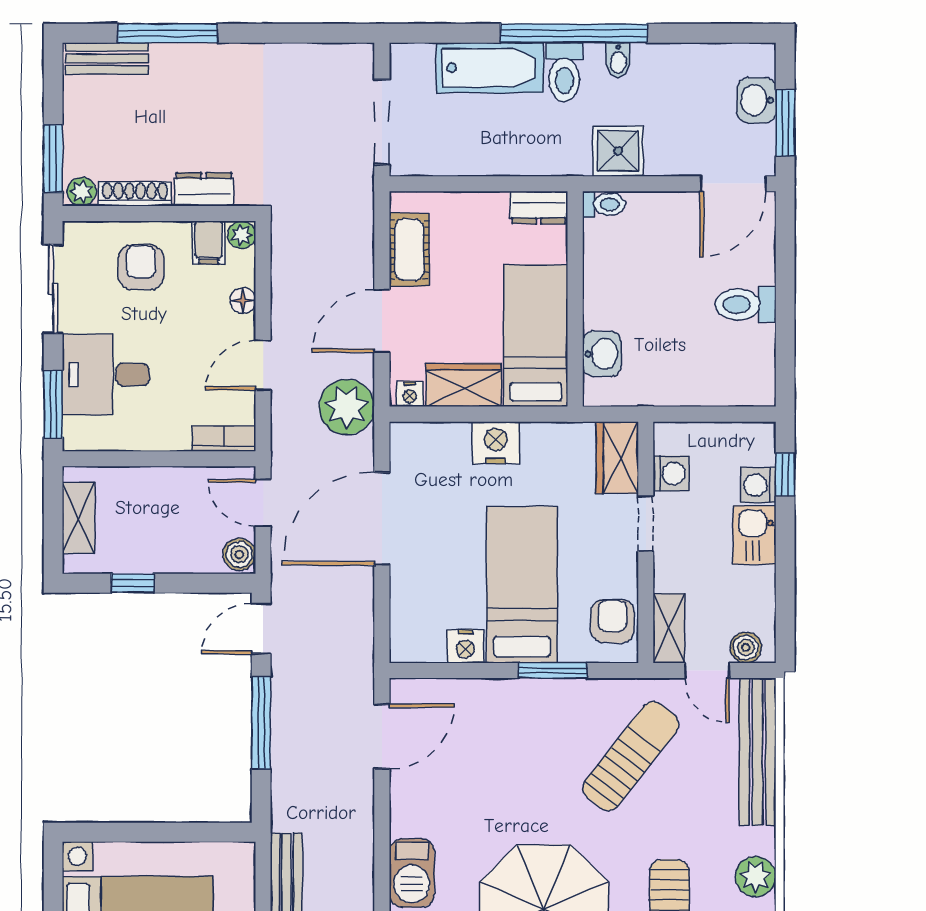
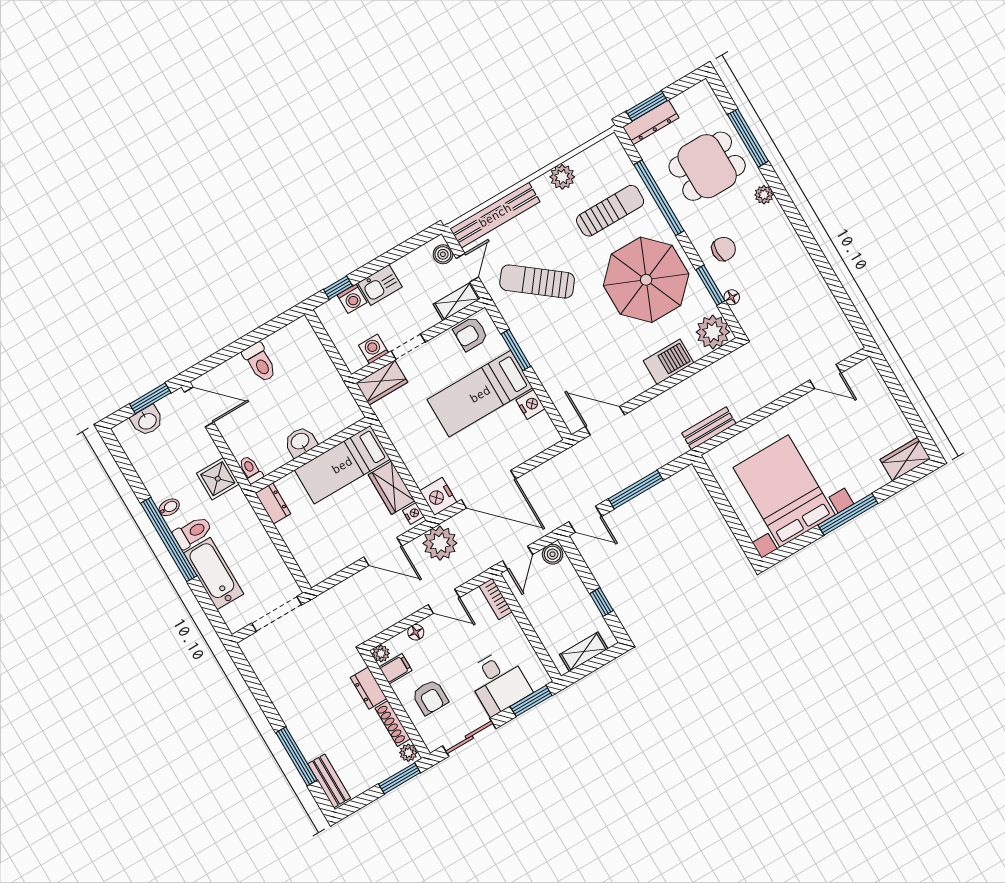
cot: (409, 250) -> (336, 559), removed
armchair: (141, 267) -> (430, 697), turned -90
washbasin: (602, 354) -> (300, 442), moved
nightstand: (496, 443) -> (438, 497), moved

